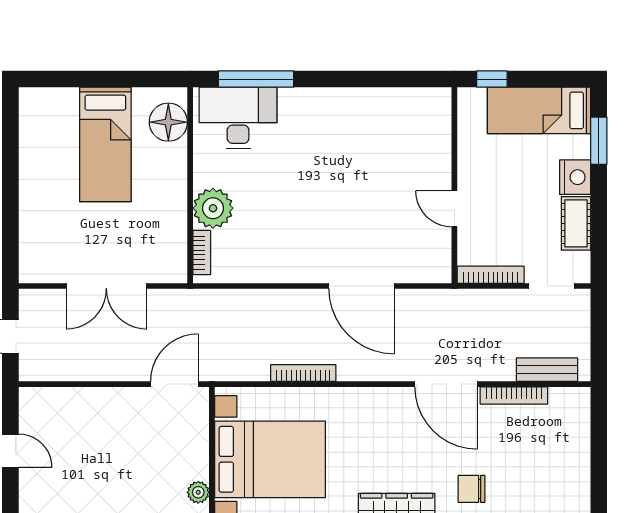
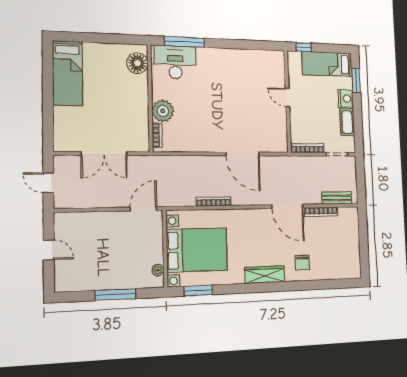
bed: (105, 144) -> (68, 73), moved
door: (454, 209) -> (287, 98), moved
chair: (472, 489) -> (302, 262), turned -90

